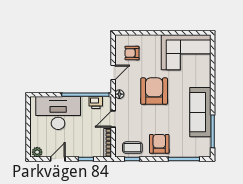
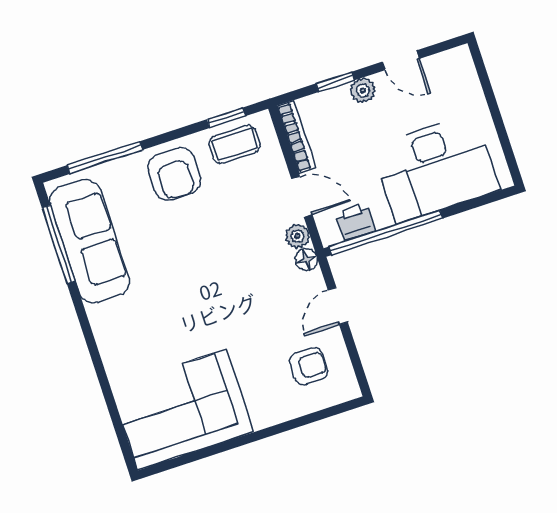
armchair: (154, 91) -> (227, 294), removed
plant: (120, 104) -> (297, 236), added
sofa: (200, 112) -> (90, 241), moved
door: (113, 119) -> (302, 197), hinge flipped
plant: (37, 152) -> (363, 91), moved
door: (58, 159) -> (401, 60), hinge flipped

